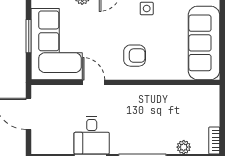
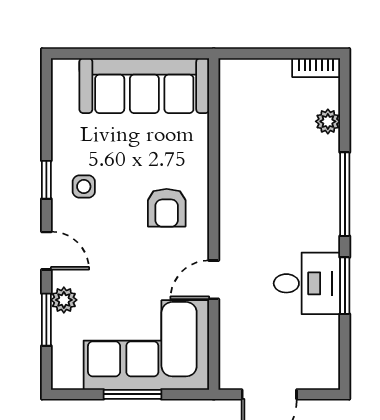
armchair: (135, 56) -> (167, 208), turned 180

